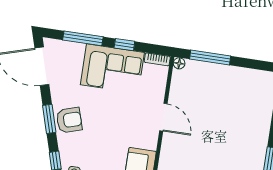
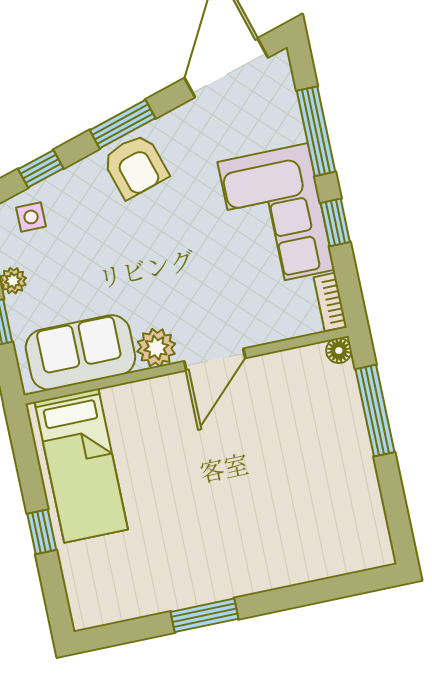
plant: (149, 140) -> (156, 348), added

